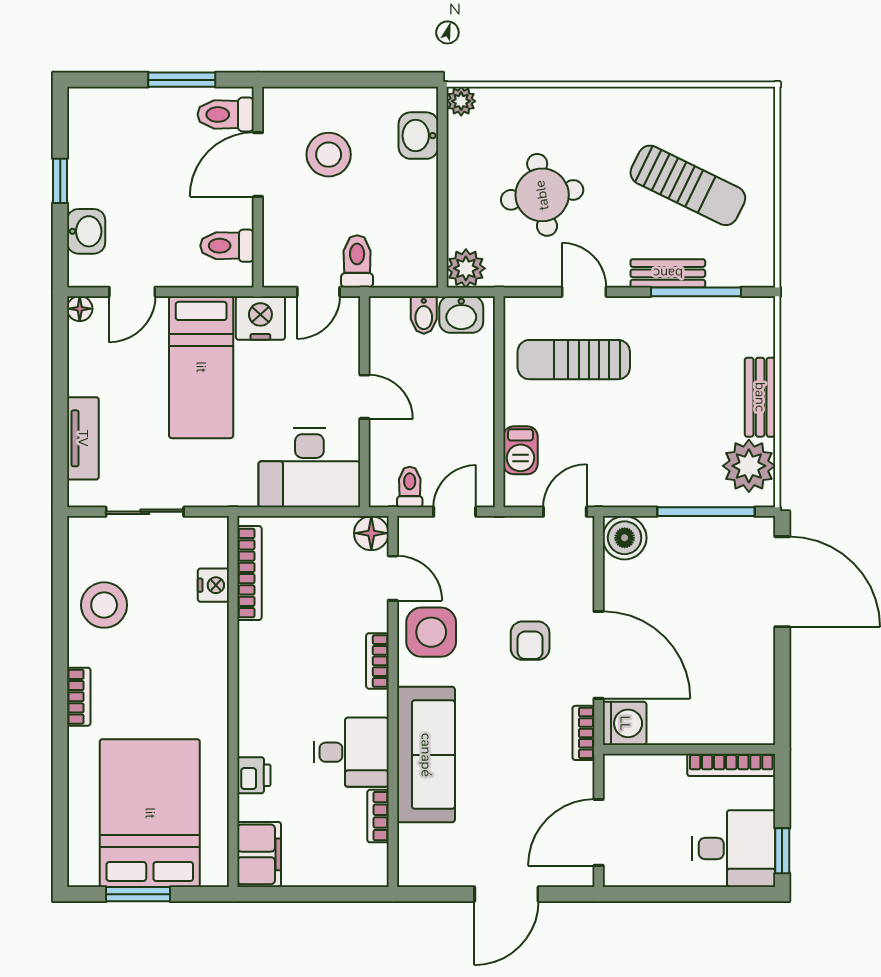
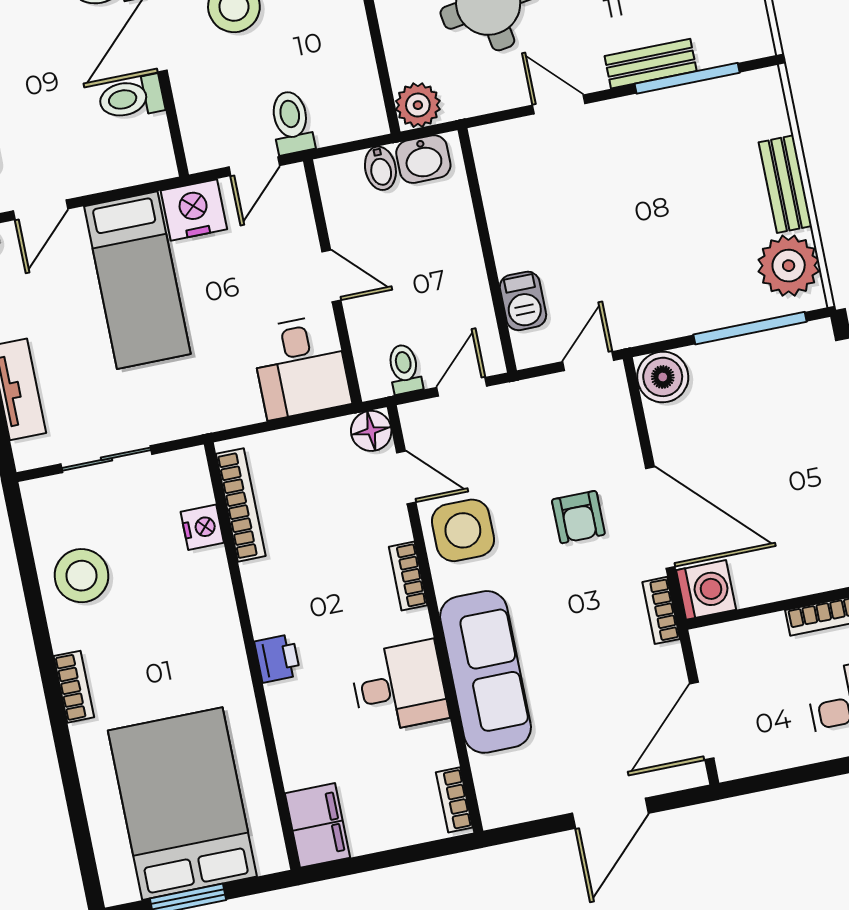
toilet: (227, 246) -> (131, 98), moved
sun lounger: (574, 360) -> (563, 185), removed
desk: (309, 468) -> (301, 367), width x0.73
printer: (254, 775) -> (277, 658), moved
bookcase: (378, 816) -> (454, 800), moved

